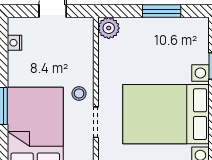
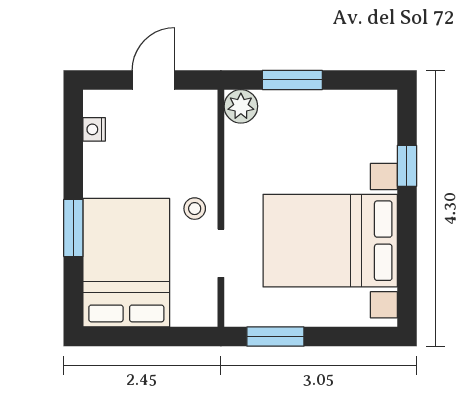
window: (162, 11) -> (292, 80), moved

